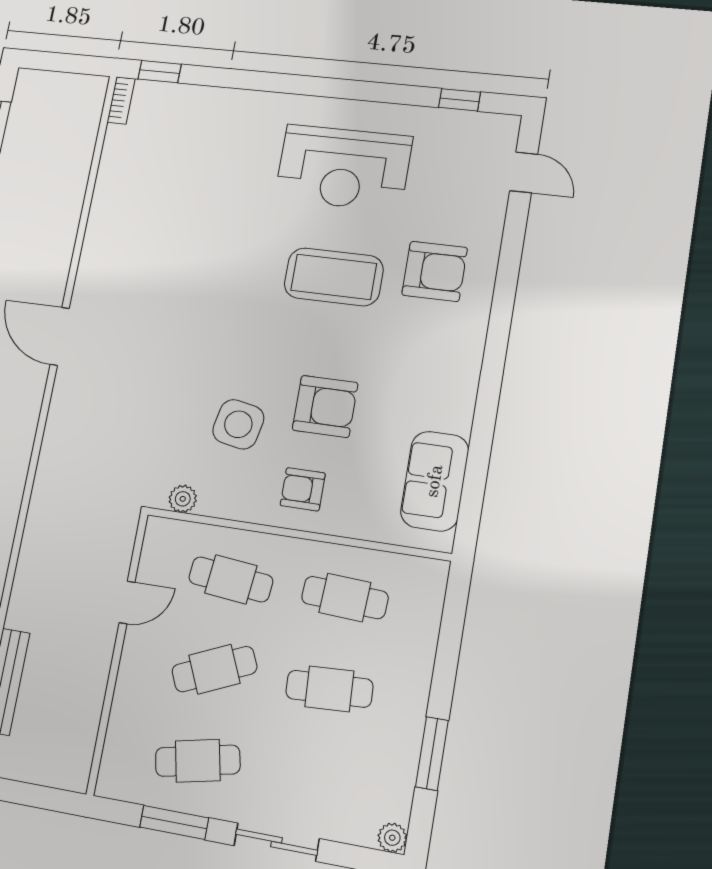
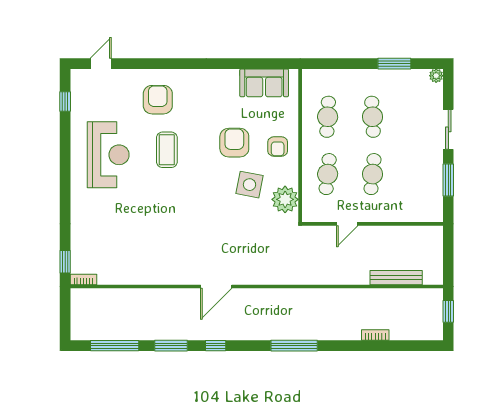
coffee table: (334, 277) -> (167, 150), width x0.73, depth x0.76
plant: (183, 499) -> (285, 199), width x1.88, depth x1.88
door: (127, 602) -> (347, 224), swing flipped
cafe table: (214, 669) -> (372, 174), turned 30
cafe table: (198, 761) -> (417, 174), removed

